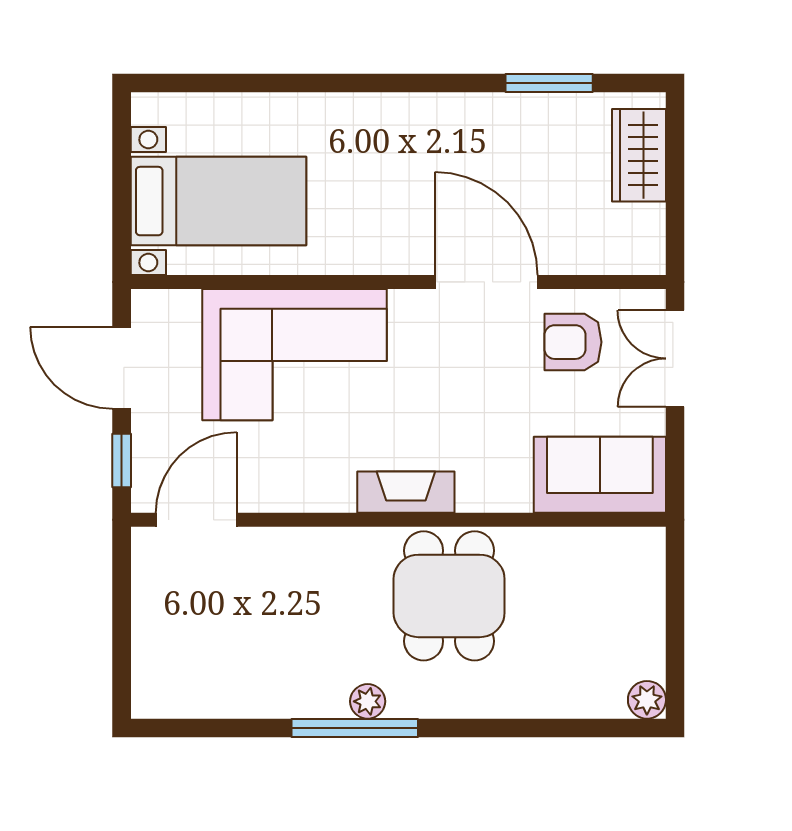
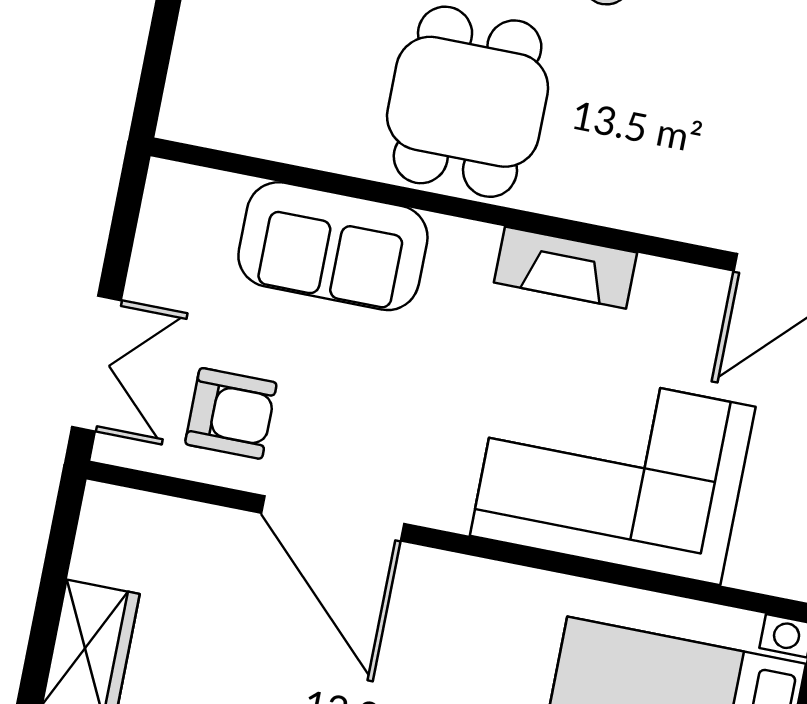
sofa: (600, 475) -> (333, 246), moved
fireplace: (406, 492) -> (565, 268), moved

